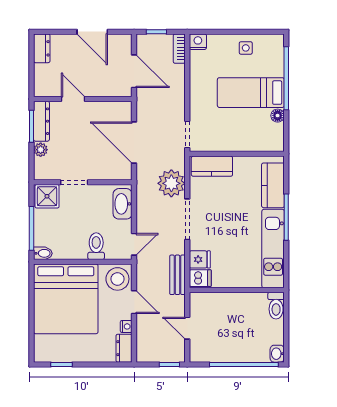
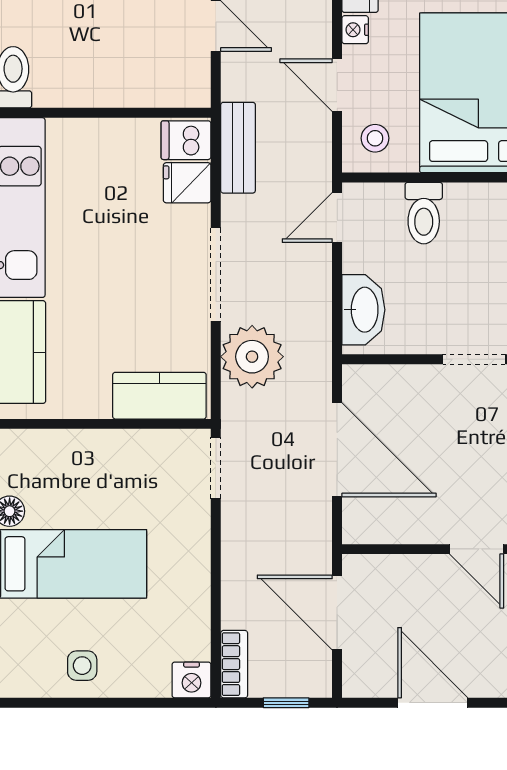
stool: (117, 279) -> (375, 138), width x0.53, depth x0.53

